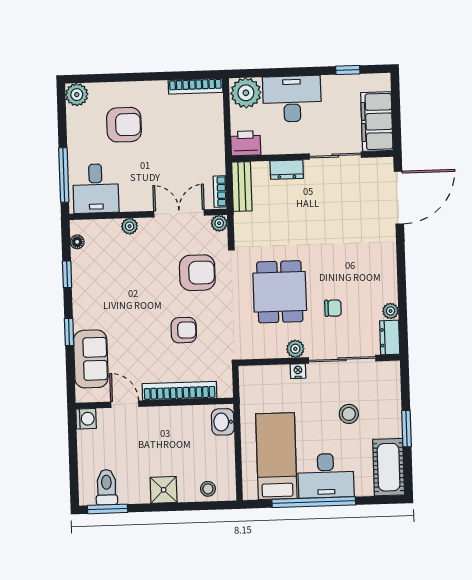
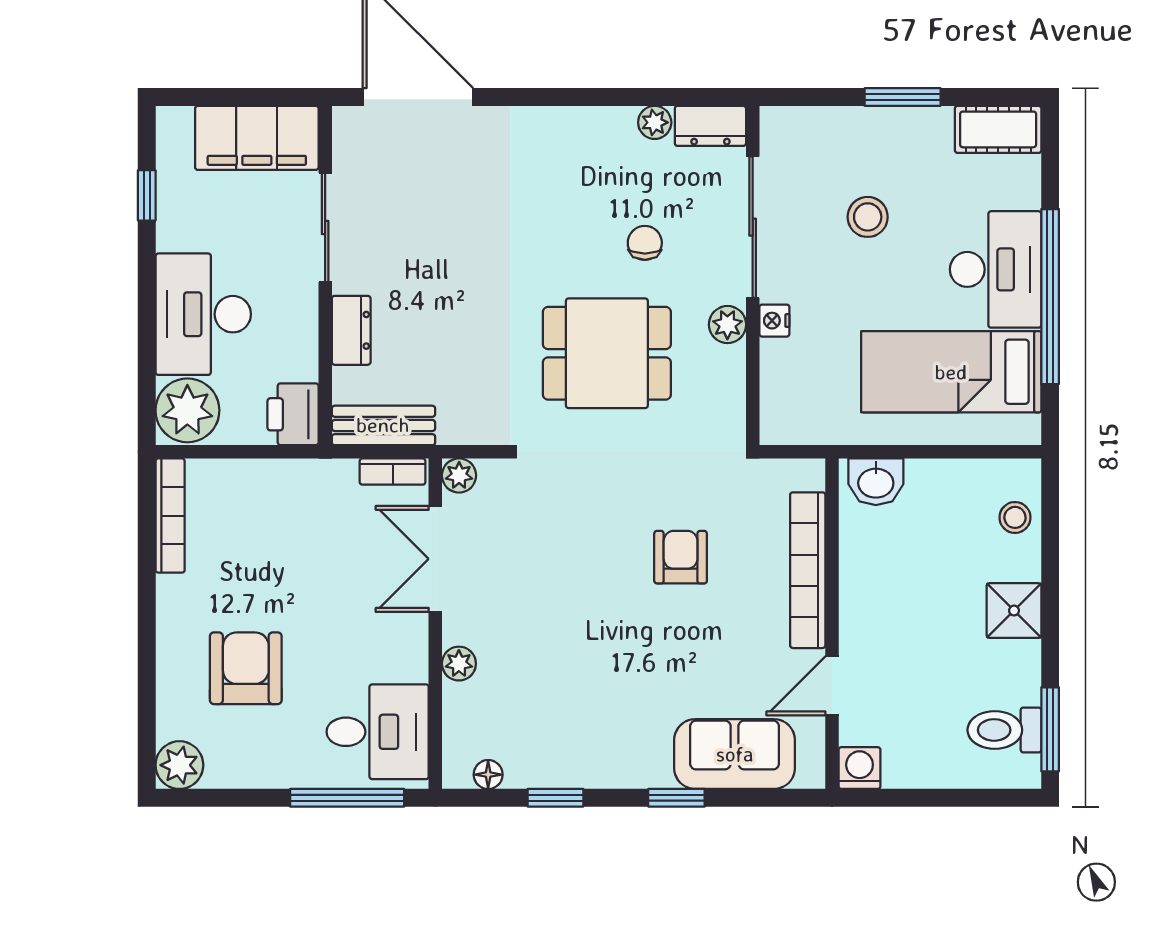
armchair: (197, 273) -> (561, 525), removed
cot: (389, 467) -> (998, 129), width x0.73, depth x0.75

